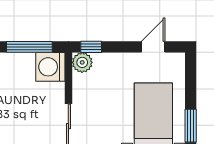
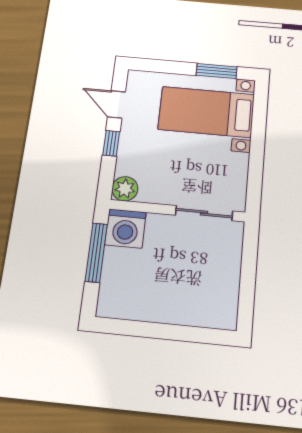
window: (91, 47) -> (111, 143), moved

